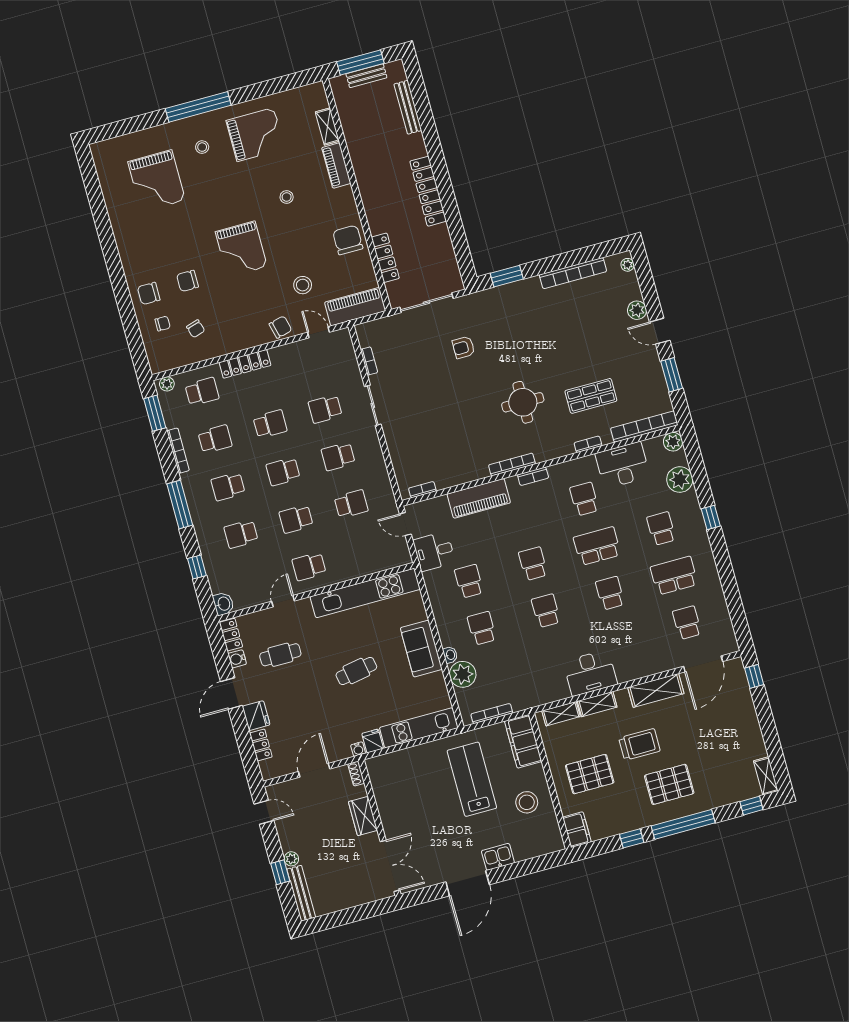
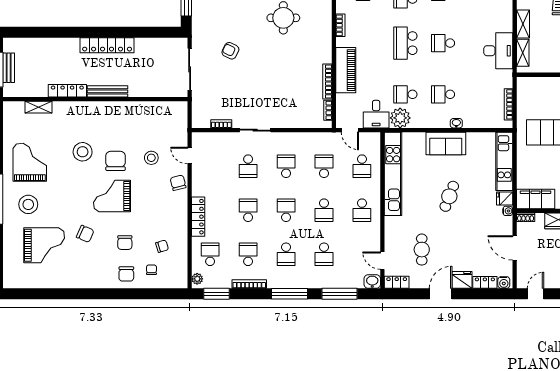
bench: (408, 107) -> (108, 91), moved
stool: (202, 147) -> (28, 204), width x1.89, depth x1.89
piano: (336, 166) -> (69, 108), removed
stool: (287, 197) -> (83, 152), width x1.89, depth x1.89
chair: (185, 228) -> (85, 234), added
chair: (348, 240) -> (115, 161), moved, turned 90
grand piano: (241, 249) -> (112, 196), turned 180
locker: (385, 258) -> (67, 91), moved
piano: (355, 307) -> (178, 123), removed
door: (319, 332) -> (190, 156), hinge flipped
armchair: (463, 347) -> (230, 51), turned 116
school desk: (338, 456) -> (286, 166), turned 180
bookcase: (512, 464) -> (327, 82), moved
school desk: (283, 472) -> (286, 210), turned 180
door: (405, 524) -> (350, 130), hinge flipped
school desk: (364, 551) -> (362, 166), added
school desk: (533, 564) -> (405, 43), width x1.85
window: (197, 567) -> (339, 294), width x2.17
door: (283, 601) -> (382, 261), moved
water cooler: (237, 659) -> (504, 282), moved
cafe table: (356, 671) -> (449, 196), turned 31
desk: (590, 673) -> (498, 51), moved
plant: (463, 674) -> (400, 118), moved
door: (231, 694) -> (441, 294), swing flipped
filing cabinet: (523, 741) -> (536, 199), moved, turned 180

